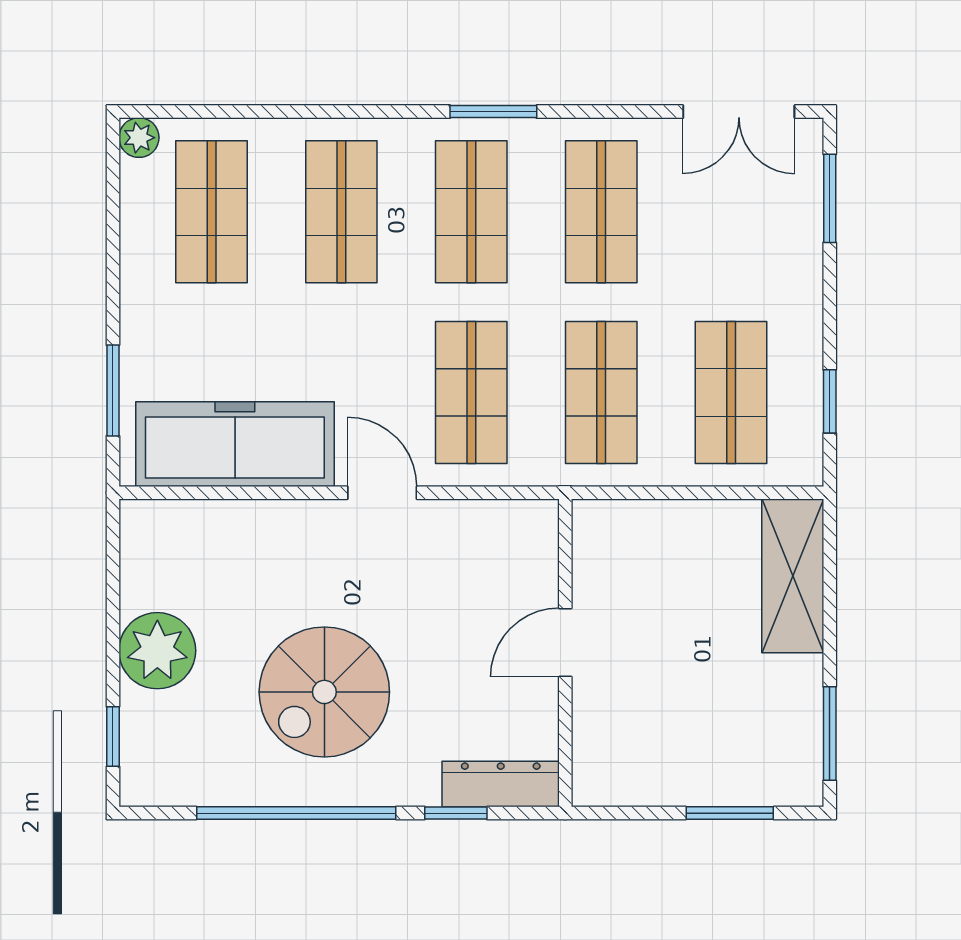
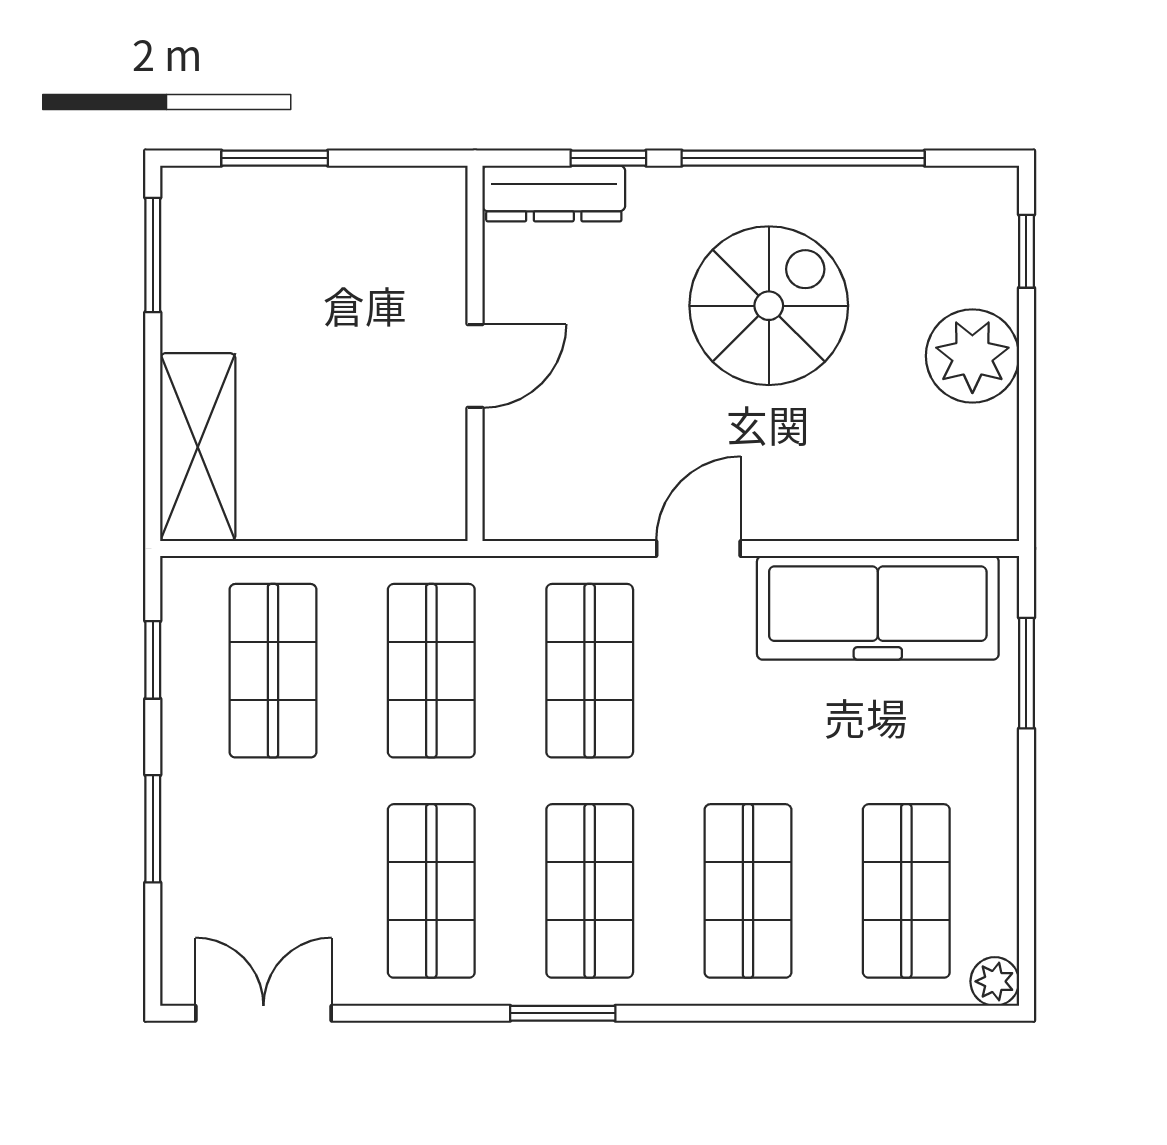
window: (830, 198) -> (153, 829), moved
door: (382, 493) -> (698, 548), swing flipped

